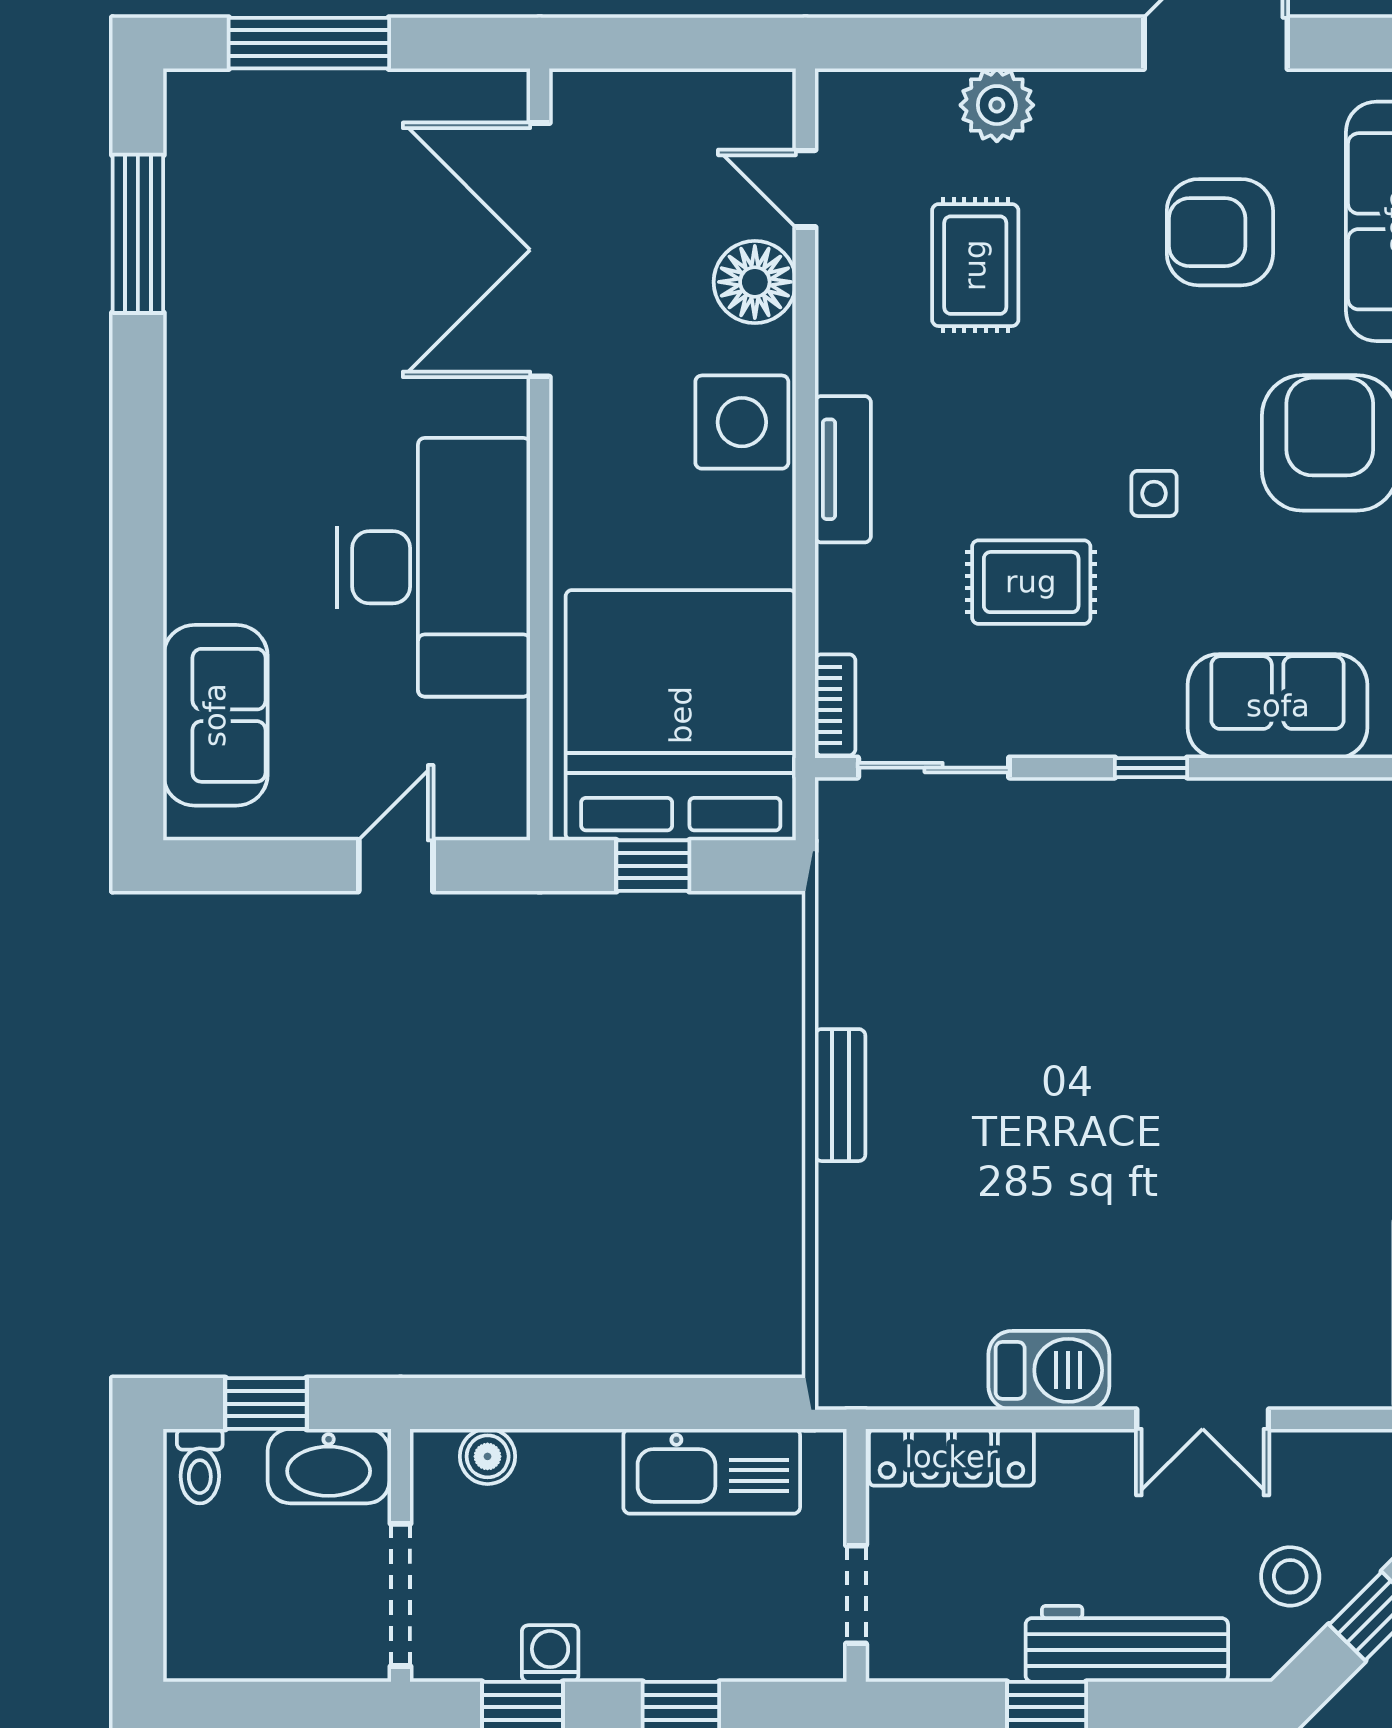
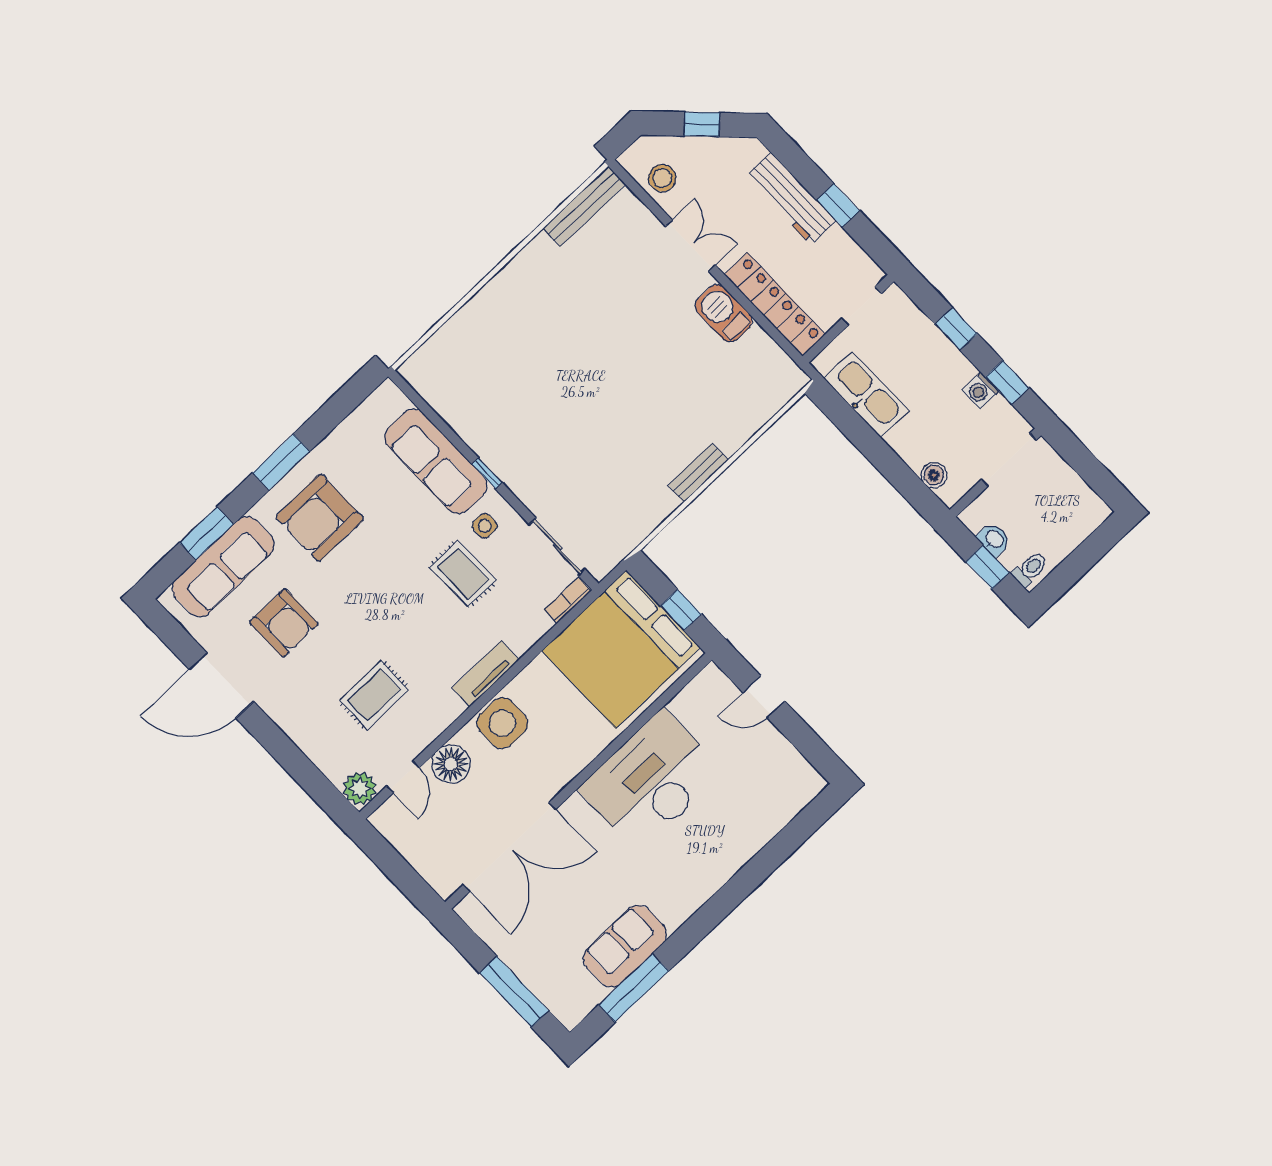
plant: (997, 105) -> (360, 788), moved
side table: (1154, 493) -> (485, 526), moved
sofa: (1278, 706) -> (436, 461), width x1.36
sofa: (215, 715) -> (625, 946), moved
locker: (951, 1457) -> (775, 304), width x1.41, depth x1.21
washbasin: (329, 1466) -> (994, 539), width x0.52, depth x0.69
stool: (1290, 1576) -> (662, 178), moved

